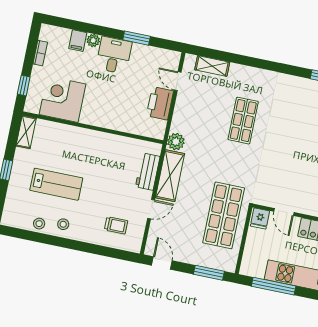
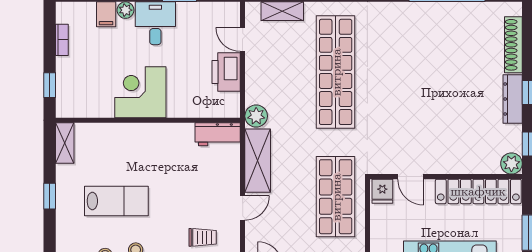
corner desk: (63, 99) -> (140, 92), moved
shop shelf: (243, 121) -> (336, 72), width x2.00, depth x1.36
workbench: (148, 172) -> (218, 134), moved, turned -90

